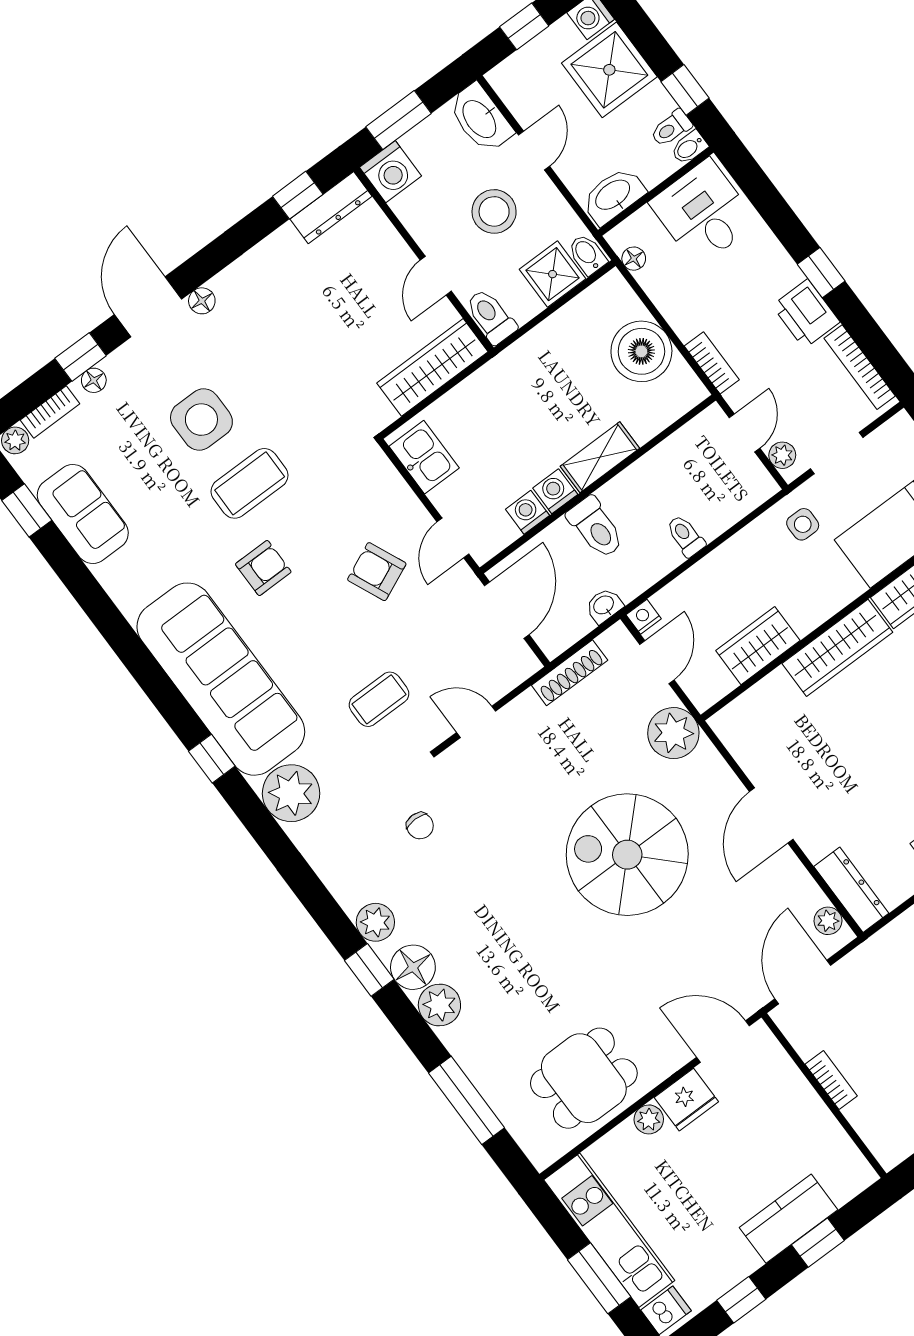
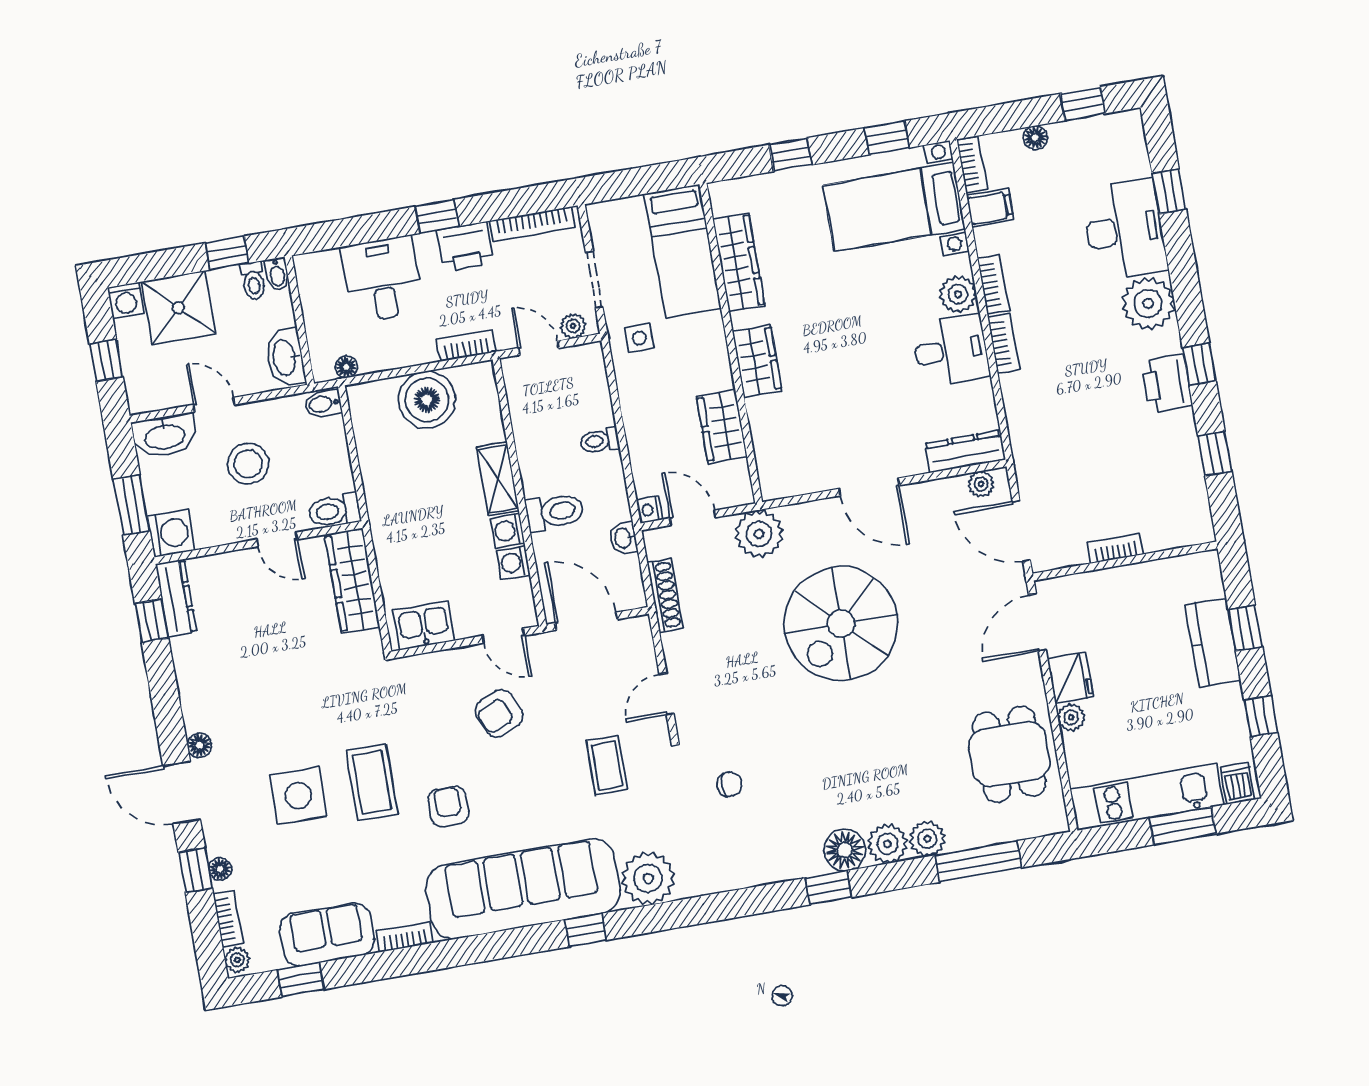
desk: (703, 213) -> (382, 279), moved, turned 90
shower: (553, 274) -> (325, 441), removed
bookcase: (118, 589) -> (405, 937), added
wardrobe: (837, 648) -> (757, 361), width x0.67
plant: (375, 922) -> (927, 839), moved

